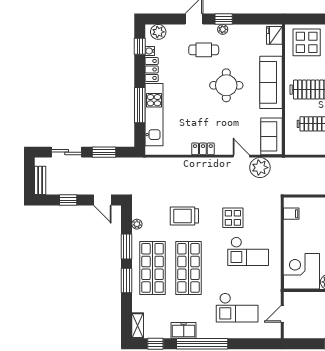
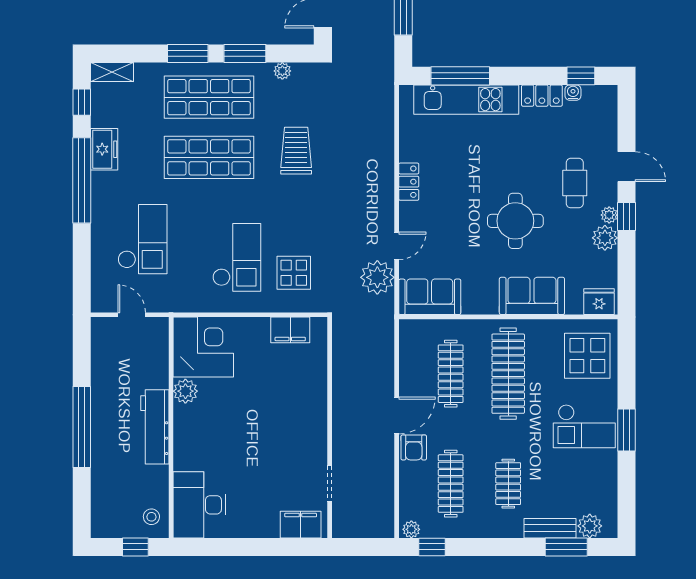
plant: (158, 32) -> (605, 238), moved
sofa: (271, 82) -> (532, 296), width x0.73
window: (140, 105) -> (460, 76), moved
filing cabinet: (291, 214) -> (290, 330), width x2.00
display table: (233, 218) -> (294, 273), moved
checkout: (248, 251) -> (237, 257), turned 180
checkout: (237, 308) -> (142, 239), turned 180

